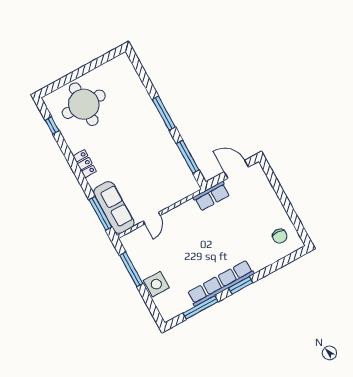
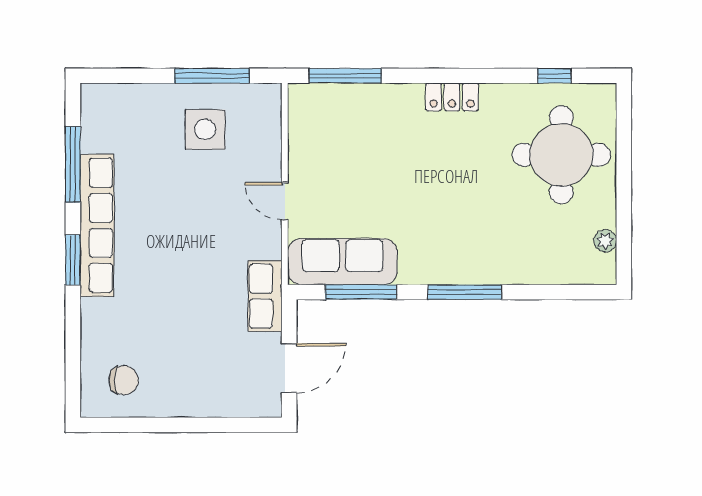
plant: (110, 66) -> (605, 241), added
sofa: (114, 207) -> (342, 262), moved, turned 180
door: (152, 218) -> (285, 201), moved
chair: (280, 236) -> (124, 380), turned 180
side table: (156, 284) -> (205, 129), moved

